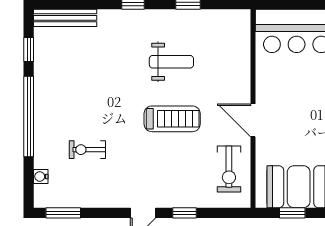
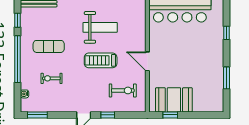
weight bench: (171, 62) -> (100, 27), width x1.36, depth x1.33
exercise mat: (83, 95) -> (49, 46), added
treadmill: (172, 119) -> (101, 60), turned 180
exercise bike: (229, 169) -> (123, 90), moved, turned -90

